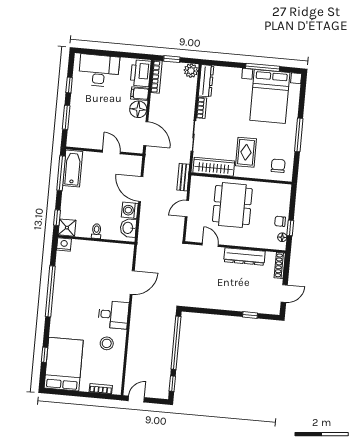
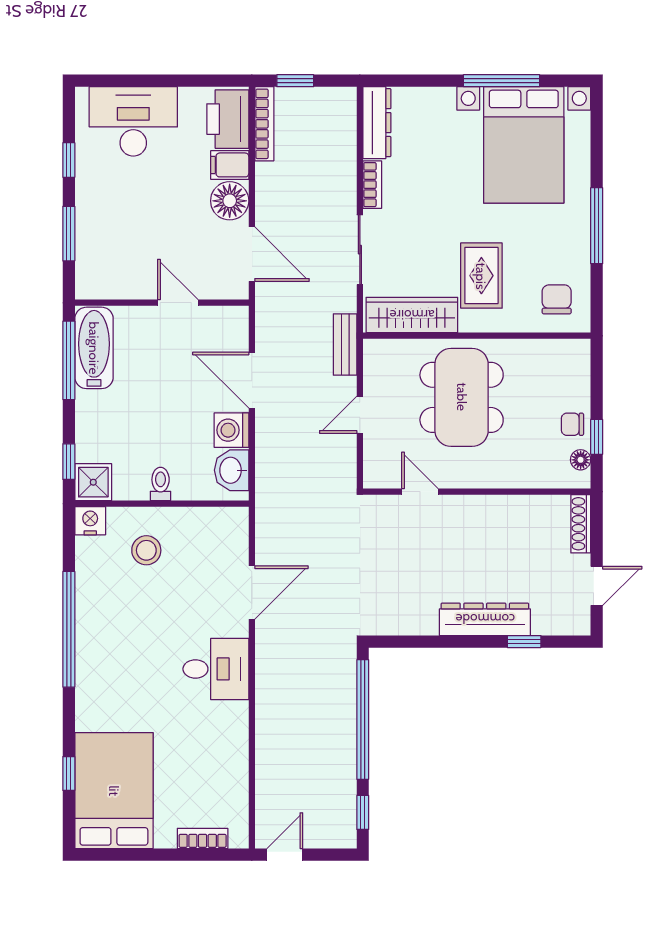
plant: (191, 71) -> (341, 103), removed
dresser: (244, 256) -> (485, 619), moved, turned 180
stool: (107, 343) -> (146, 550), moved

